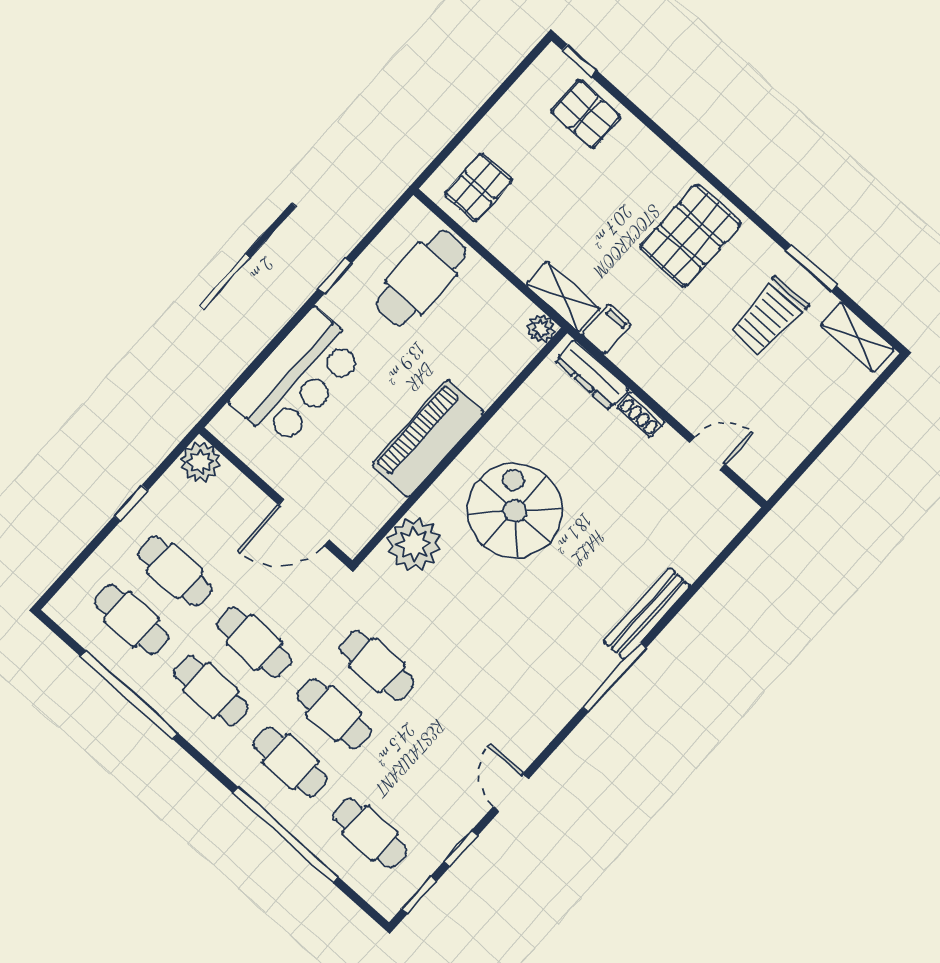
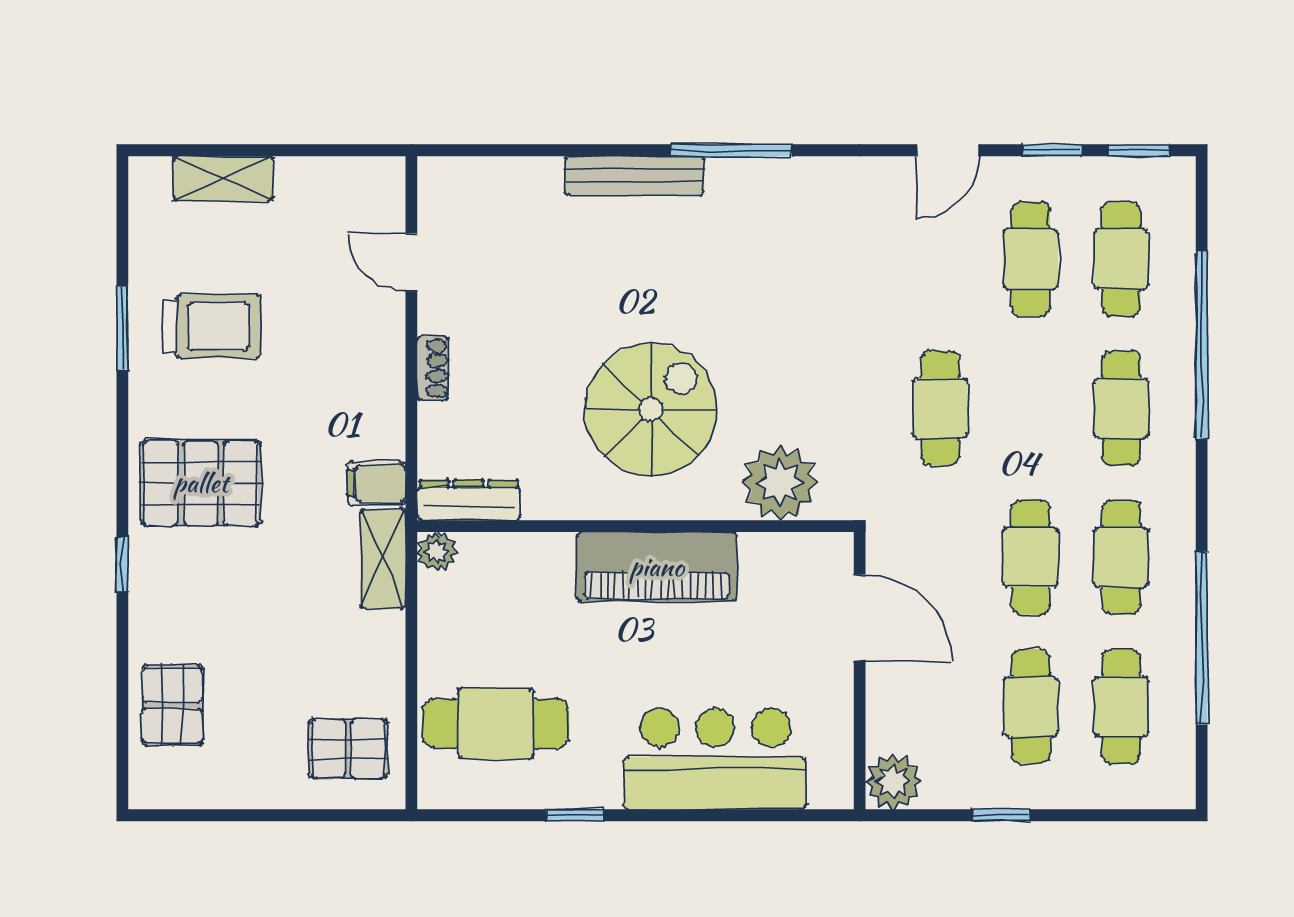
window: (579, 60) -> (122, 564), moved
shelving: (857, 337) -> (223, 178), moved, turned 90
dresser: (592, 375) -> (469, 500), moved, turned -90
spiral stairs: (515, 511) -> (651, 409), turned 180
cafe table: (334, 714) -> (1031, 259), moved

